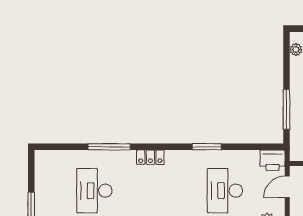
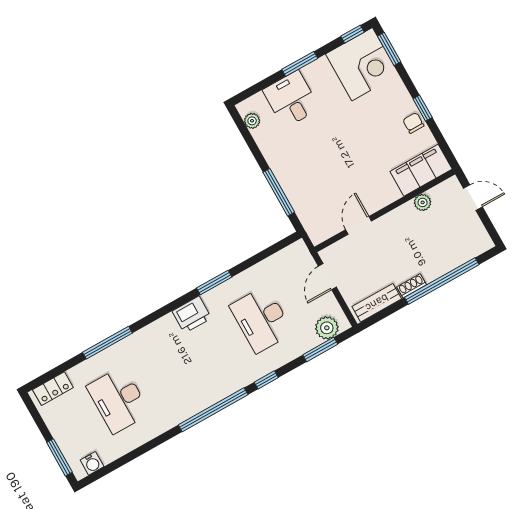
locker: (150, 157) -> (53, 389), moved
printer: (273, 160) -> (192, 315), moved

